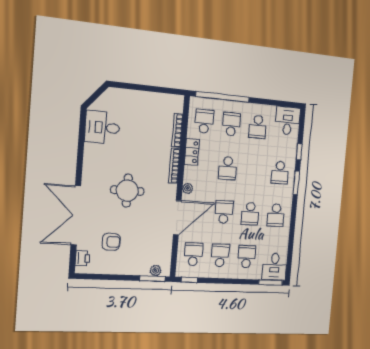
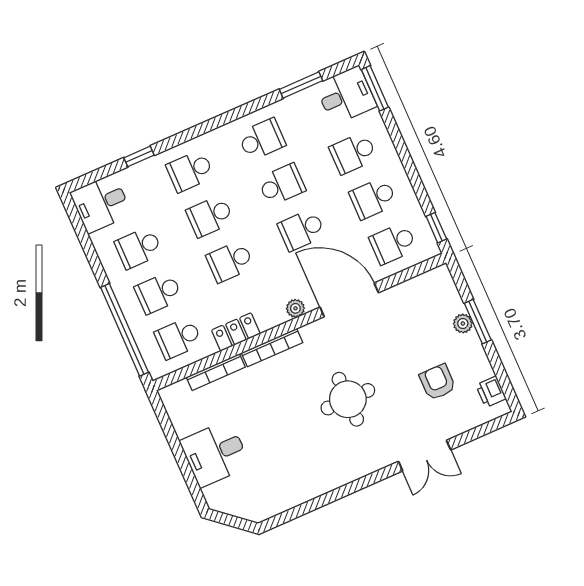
desk: (102, 127) -> (215, 453), moved, turned 90
school desk: (258, 127) -> (138, 248), turned 180
school desk: (228, 168) -> (230, 261), turned 180
school desk: (254, 170) -> (210, 216), added
school desk: (280, 173) -> (190, 171), turned 180
window: (296, 183) -> (301, 85), moved
double door: (76, 215) -> (425, 456), width x0.54
printer: (83, 258) -> (491, 392), moved, turned -90
plant: (156, 271) -> (463, 324), moved
window: (152, 279) -> (478, 322), moved

